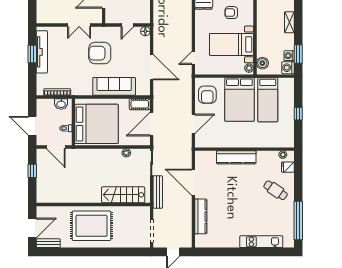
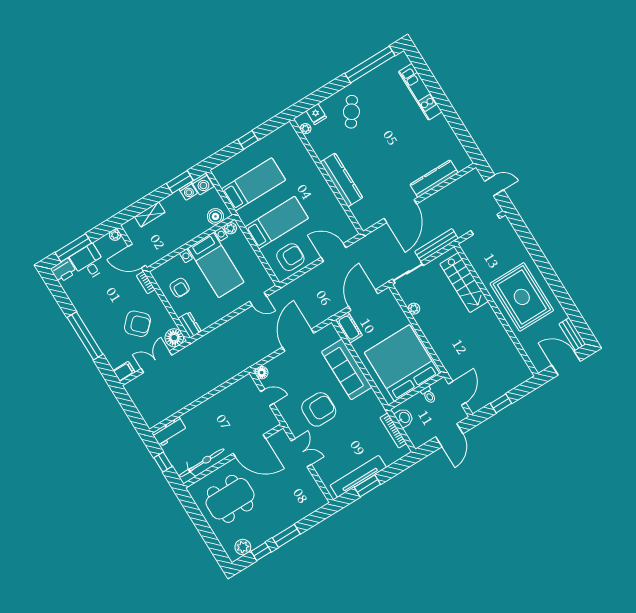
armchair: (100, 53) -> (319, 409), turned -90
bed: (239, 100) -> (277, 223), width x0.67
door: (152, 124) -> (363, 300), swing flipped

